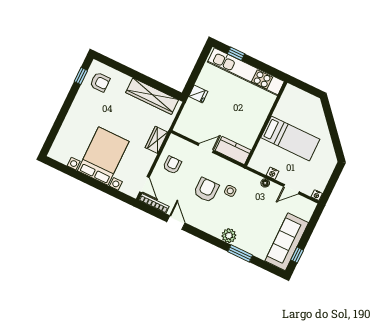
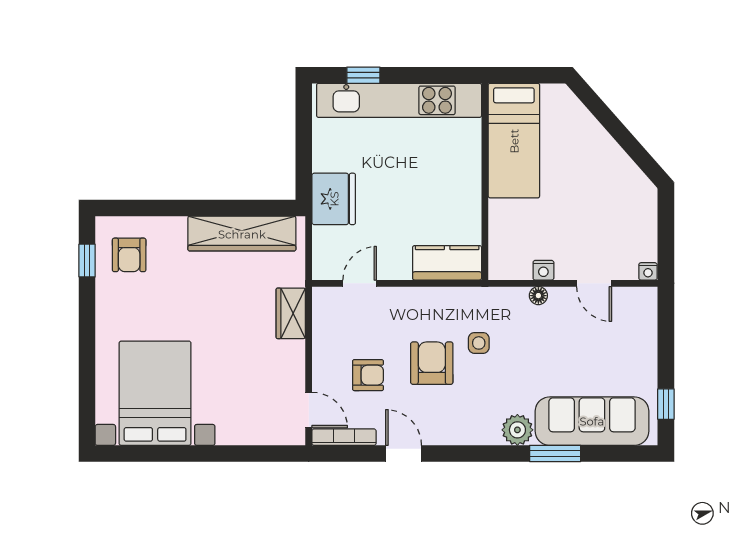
armchair: (100, 82) -> (129, 255), turned 90
fridge: (198, 94) -> (334, 199), width x1.88, depth x1.34
bed: (290, 138) -> (514, 141), moved, turned 90
door: (206, 148) -> (360, 283), moved
bed with nightstands: (103, 156) -> (155, 393), moved
armchair: (172, 165) -> (368, 375), moved, turned 90
door: (291, 189) -> (594, 283), hinge flipped
sofa: (287, 242) -> (592, 421), moved, turned 90

